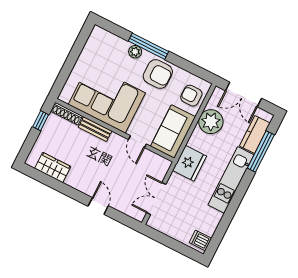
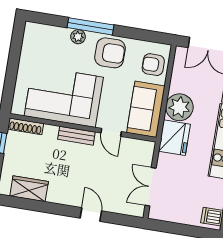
plant: (211, 122) -> (179, 107), moved
bench: (95, 129) -> (76, 136), moved

